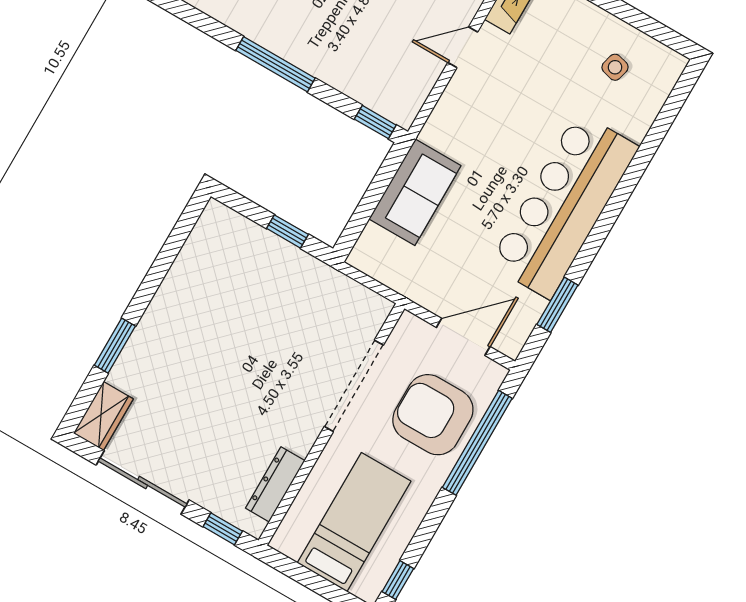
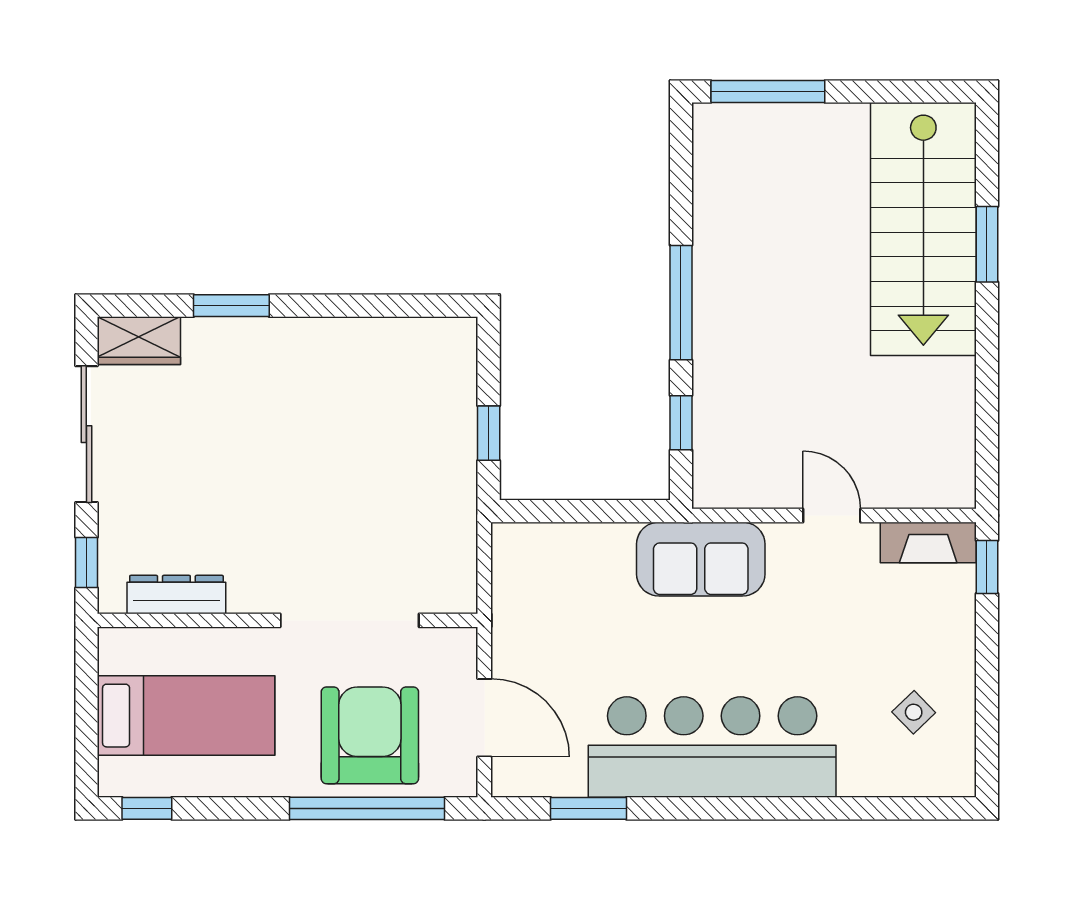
side table: (615, 67) -> (914, 712), turned 32
window: (375, 122) -> (681, 423), moved
sofa: (415, 192) -> (701, 559), moved

